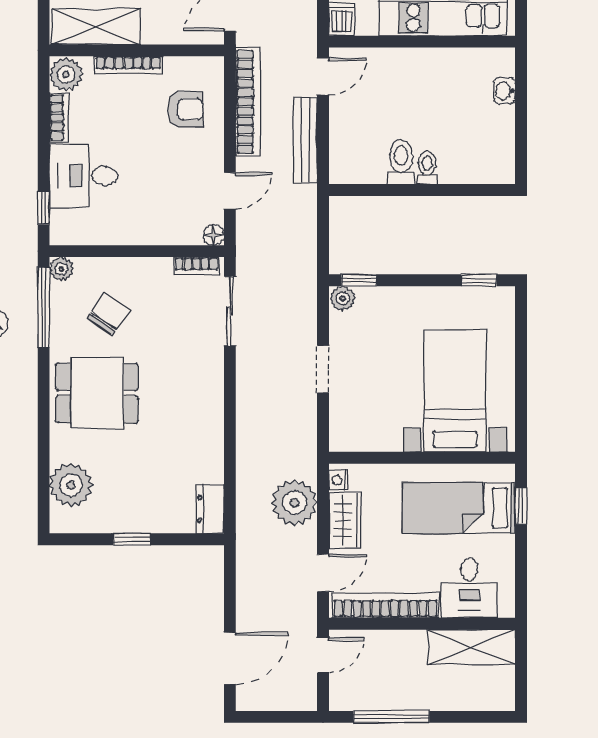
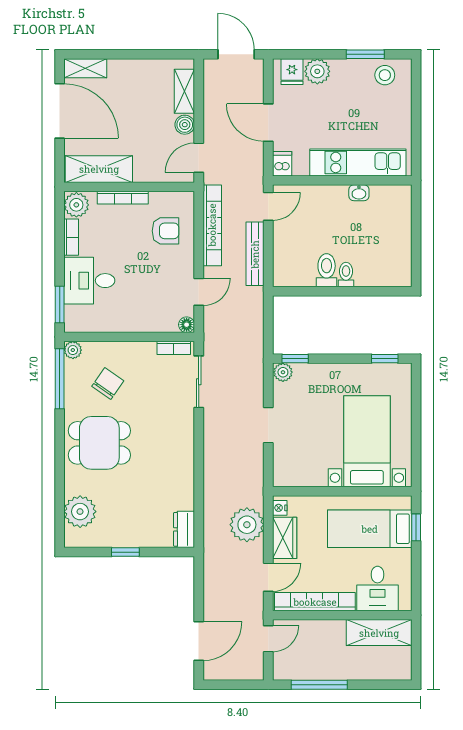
washbasin: (504, 91) -> (359, 193), moved, turned -90
window: (44, 208) -> (60, 304), width x1.50

